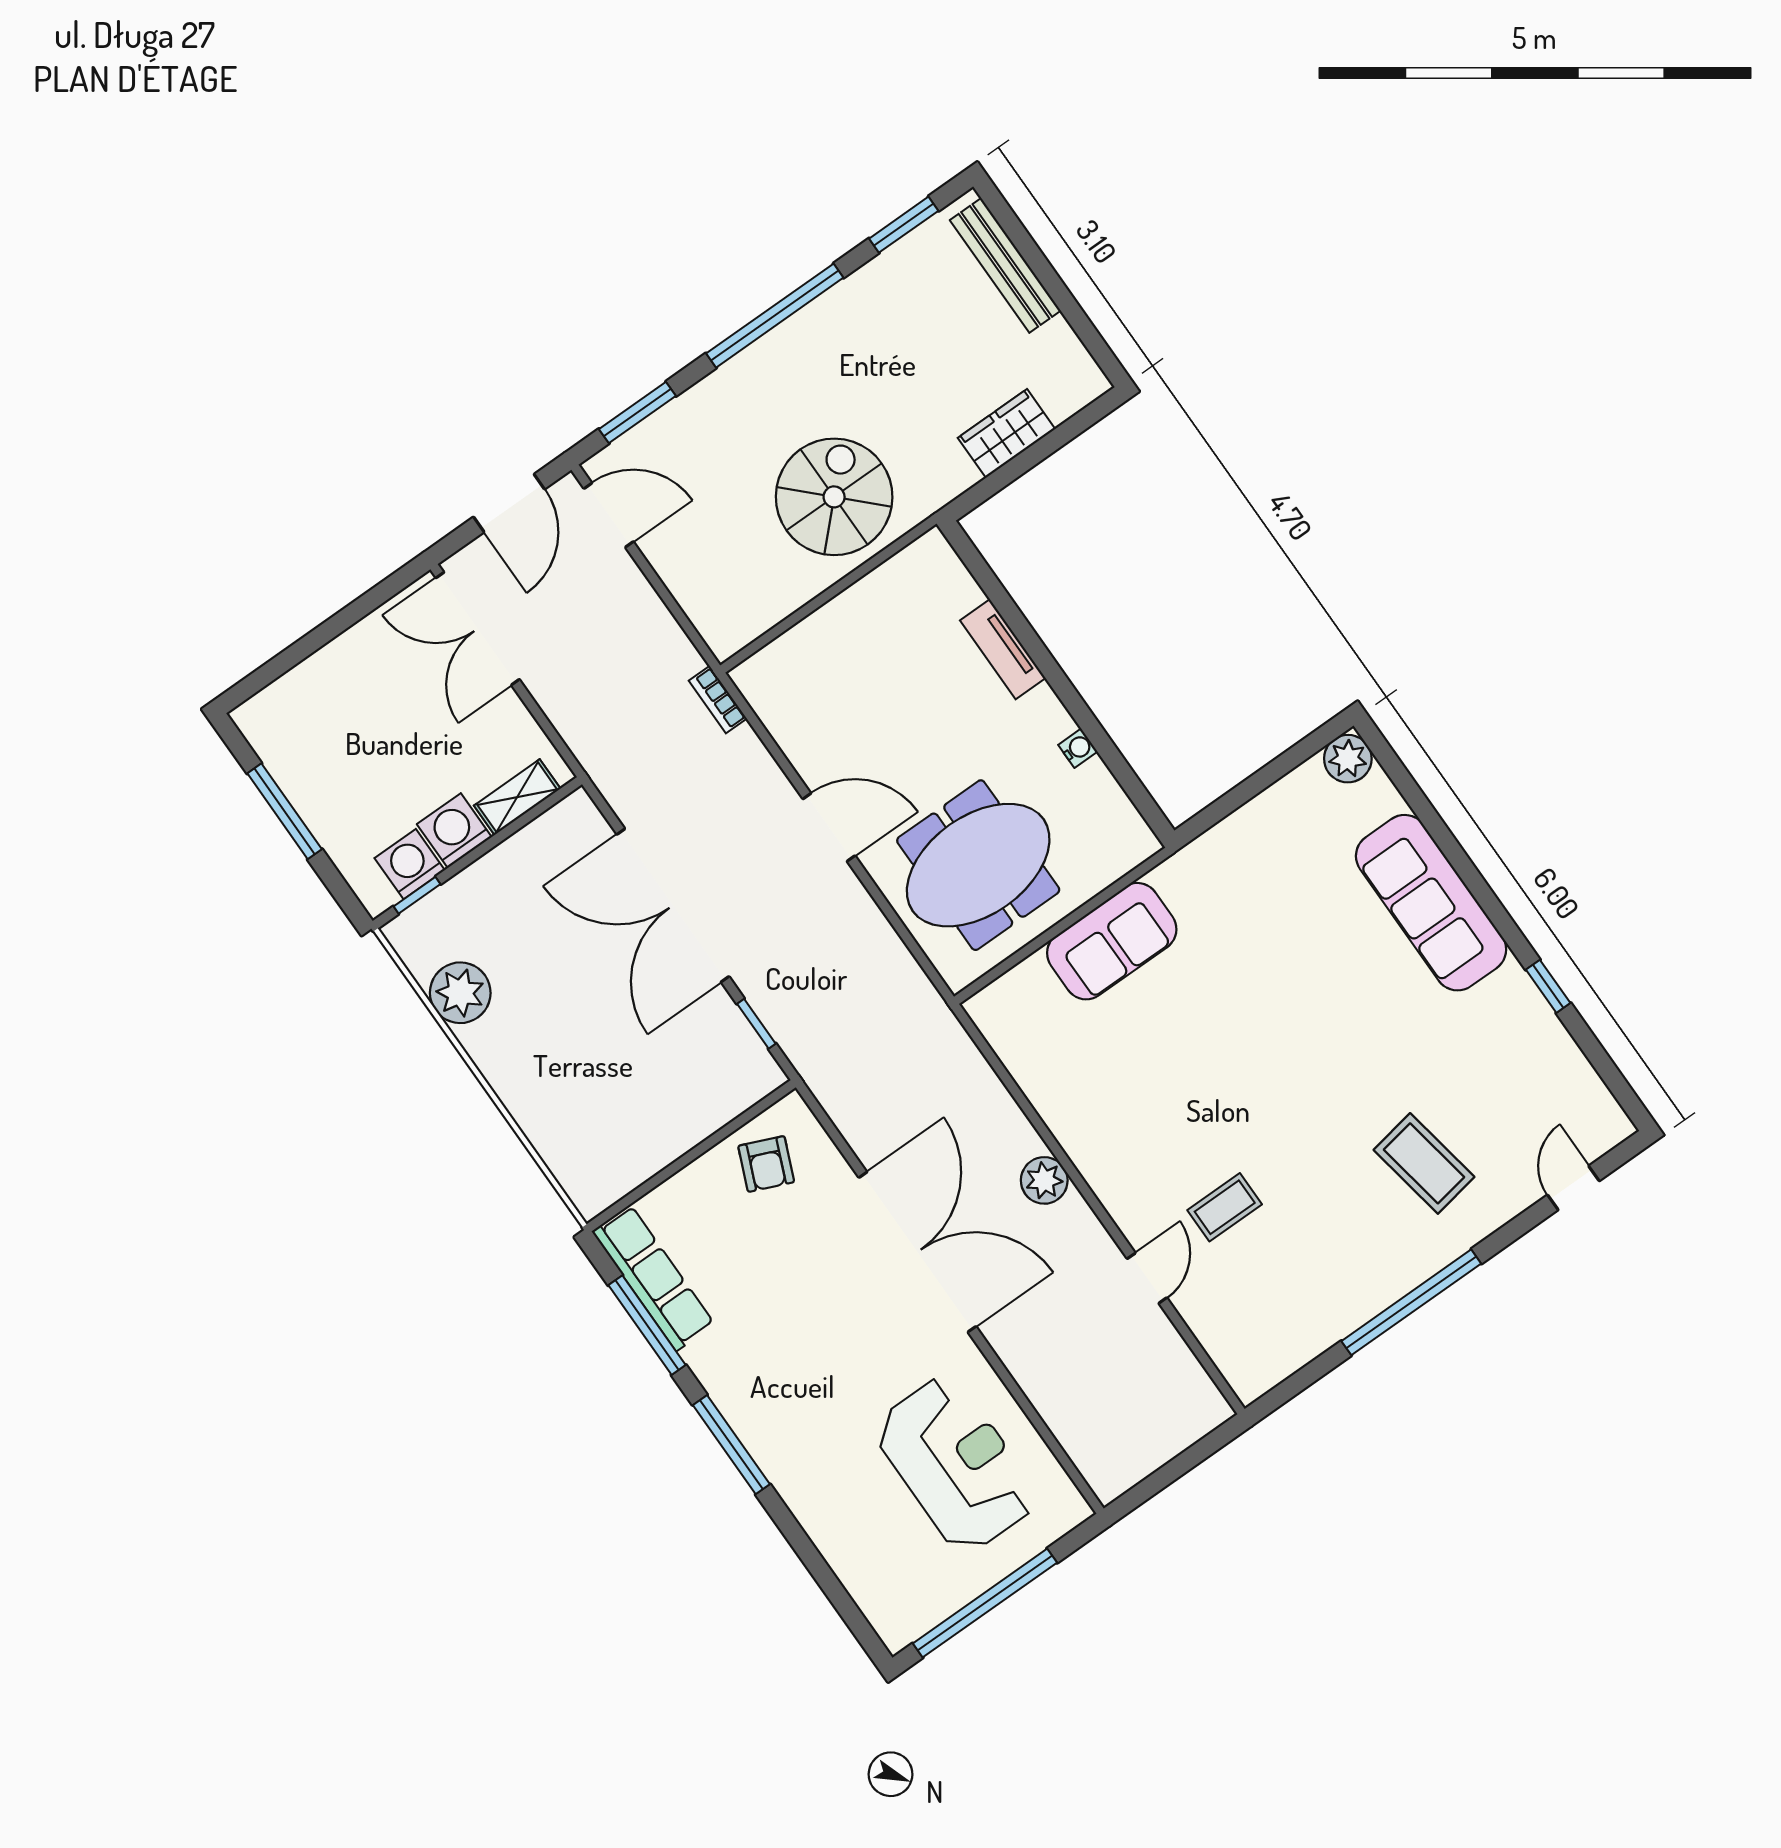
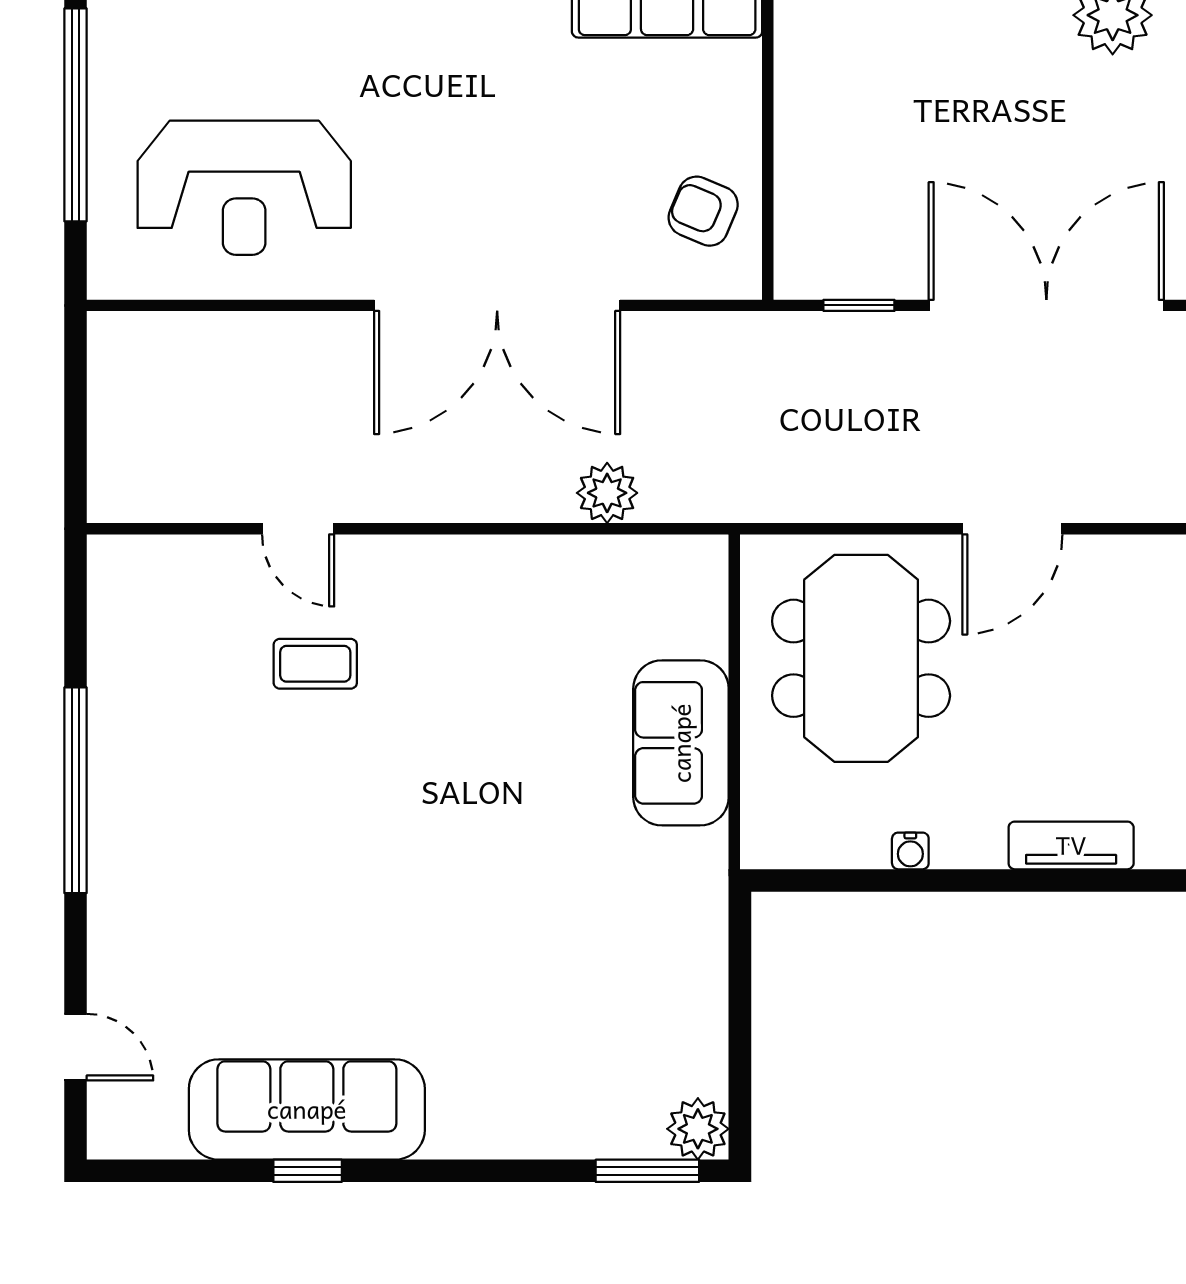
window: (1397, 772) -> (647, 1171), added
sofa: (1431, 903) -> (307, 1109), moved
coffee table: (1424, 1163) -> (213, 907), removed
plant: (1044, 1180) -> (607, 493), moved
coffee table: (1225, 1207) -> (315, 664), turned 90

